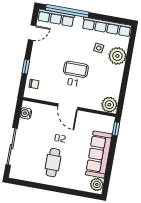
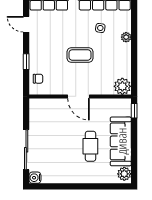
door: (32, 33) -> (26, 24), swing flipped
plant: (117, 56) -> (126, 37), width x0.53, depth x0.53
water cooler: (26, 113) -> (35, 178), moved
cafe table: (53, 163) -> (90, 146), moved

